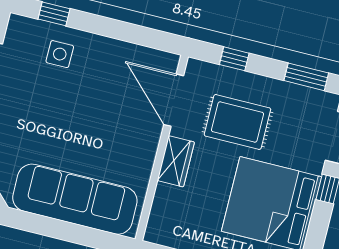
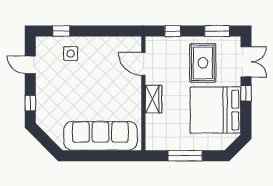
door: (174, 100) -> (143, 64), width x0.73
rug: (237, 122) -> (203, 63), moved, turned 90

